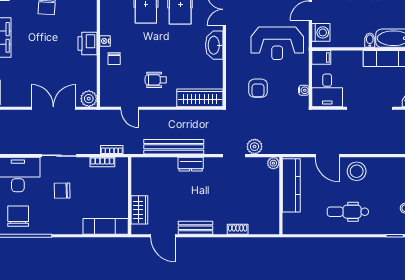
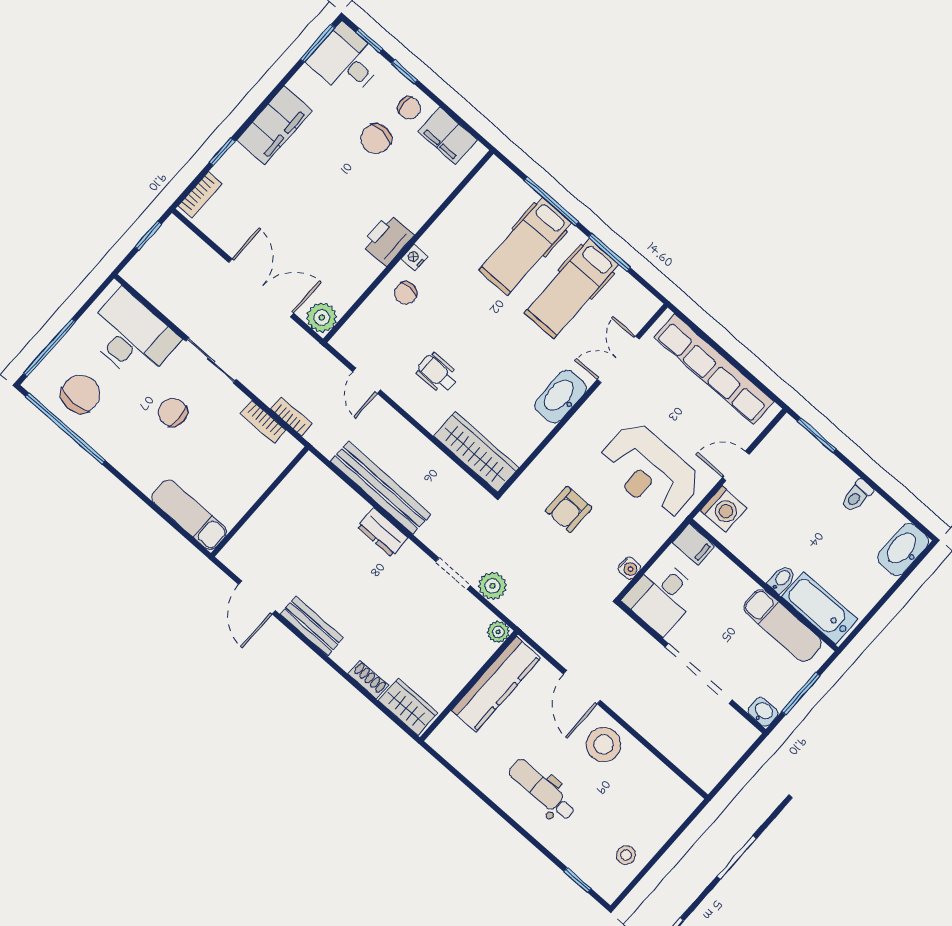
wardrobe: (139, 210) -> (408, 707), moved, turned -90

